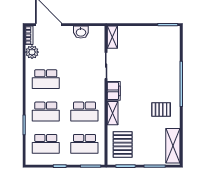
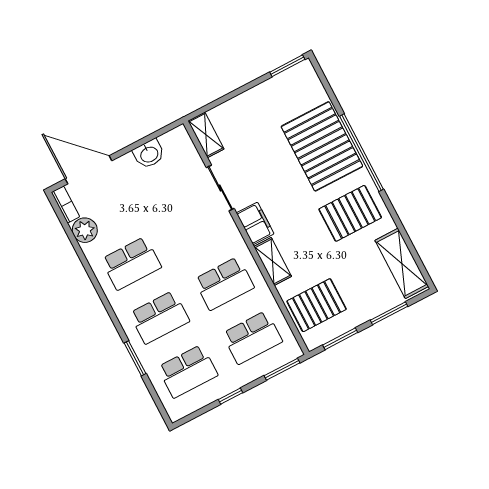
pallet: (164, 71) -> (322, 146), added
pallet: (161, 110) -> (350, 213), width x1.50, depth x1.42
pallet: (123, 144) -> (317, 305), turned 90

